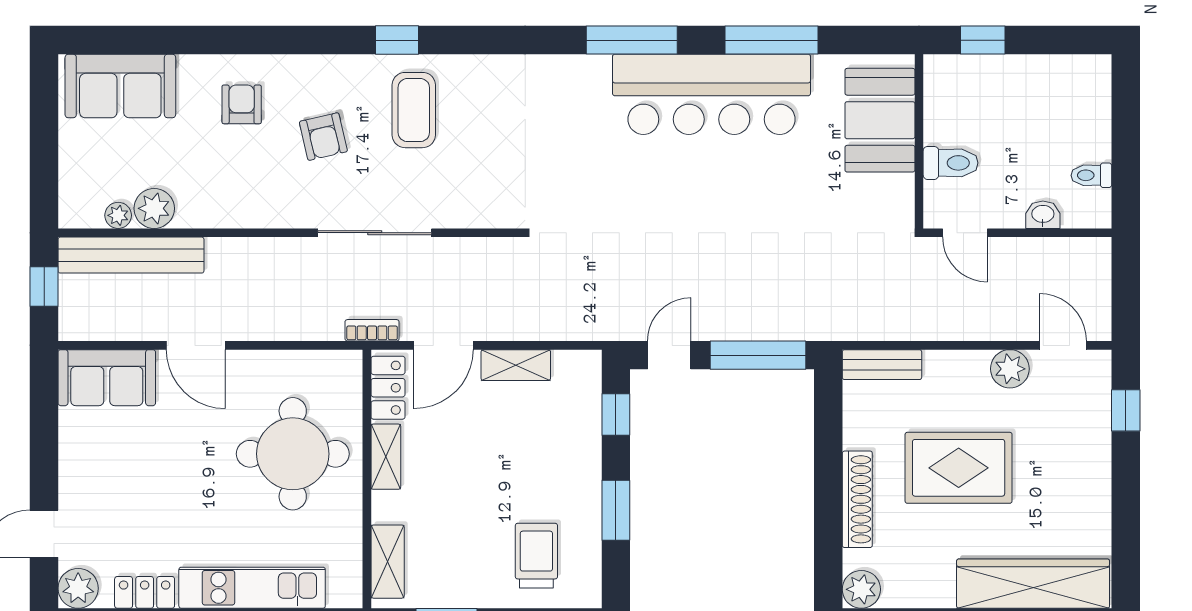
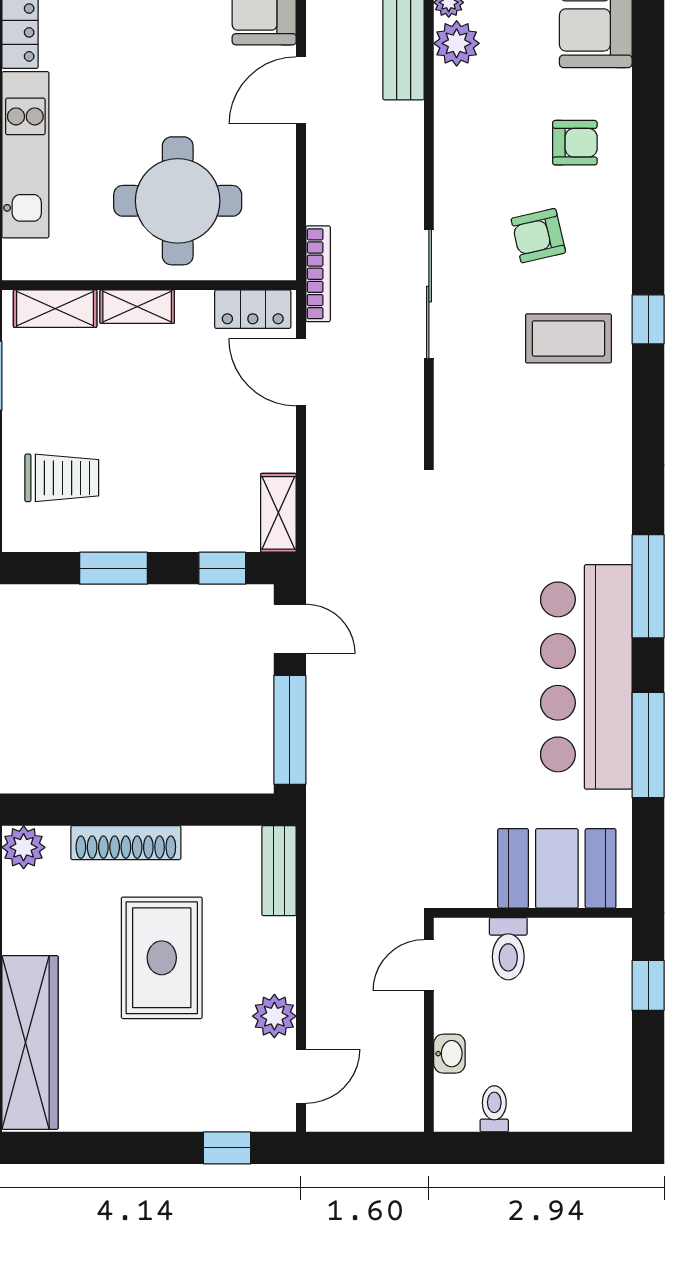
bookcase: (372, 330) -> (318, 274), width x1.56
shelving: (516, 365) -> (278, 513), moved
shelving: (386, 457) -> (137, 307), moved

